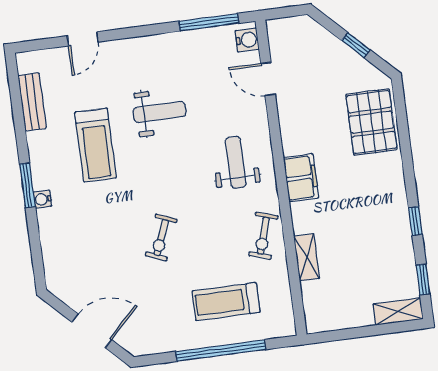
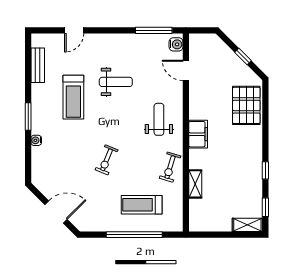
water cooler: (43, 199) -> (36, 140), moved

